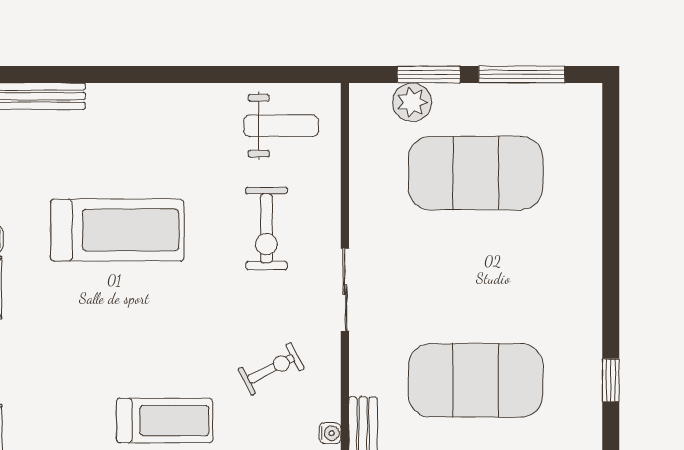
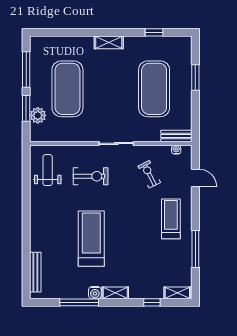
shelving: (587, 272) -> (109, 42), added

